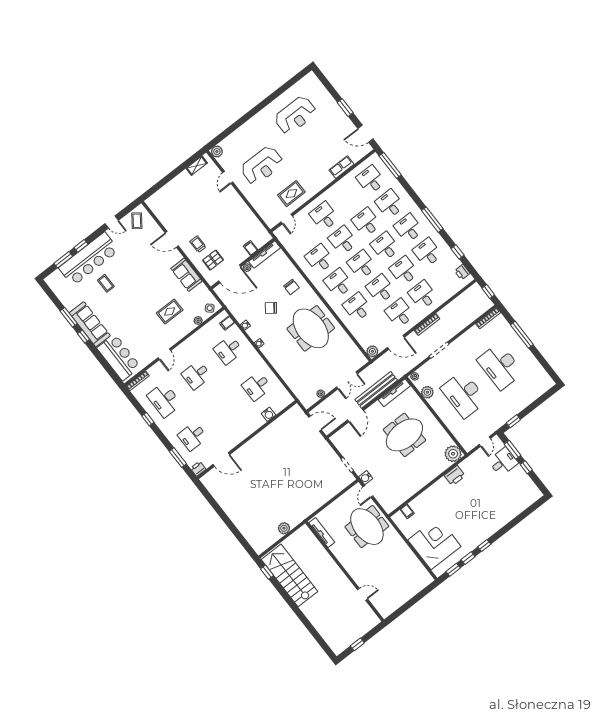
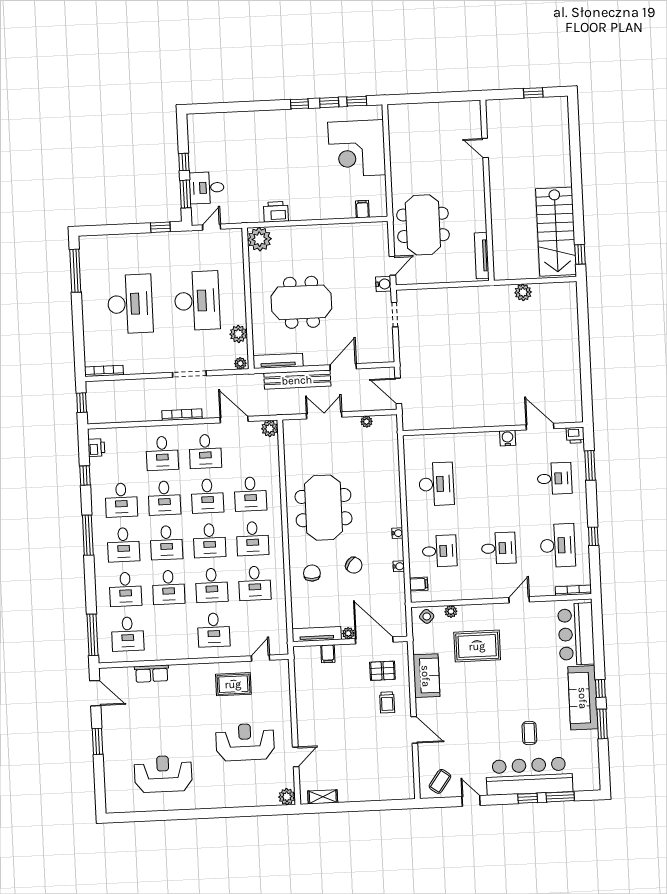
rug: (170, 311) -> (477, 646), width x1.36, depth x1.43
window: (522, 335) -> (75, 271), moved
desk: (257, 386) -> (436, 484), width x1.37
water cooler: (268, 414) -> (508, 438), moved

